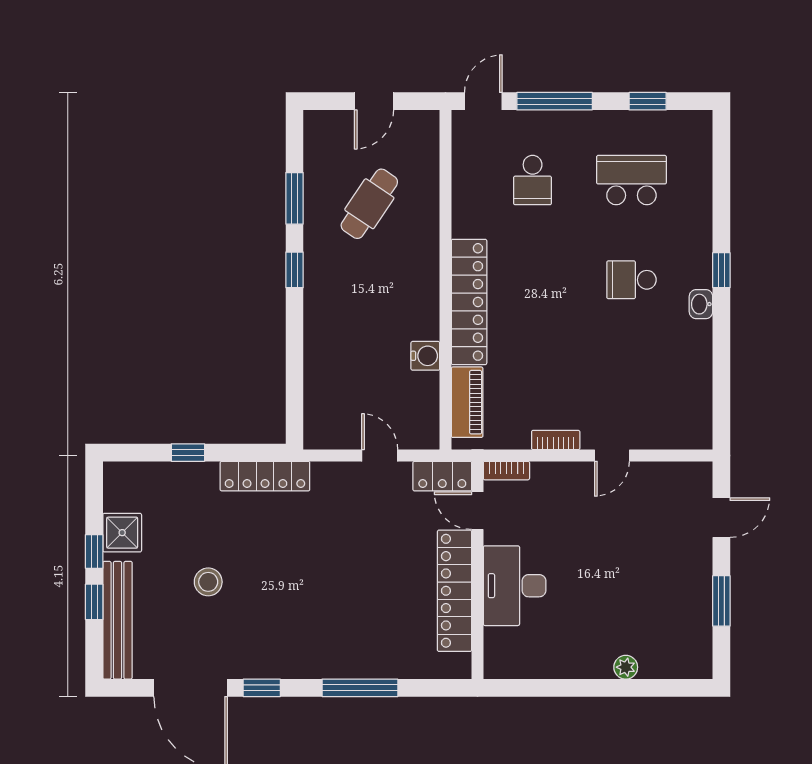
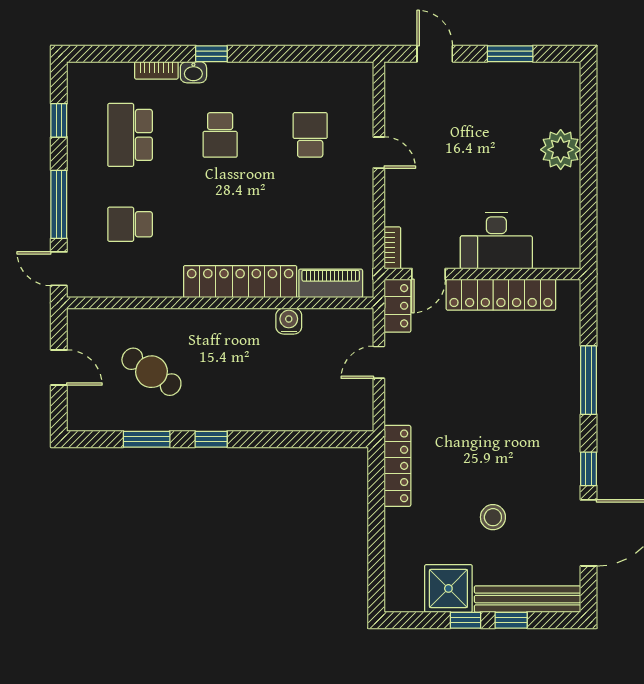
school desk: (533, 180) -> (130, 224), turned 180
washbasin: (701, 304) -> (193, 72), moved
school desk: (631, 380) -> (310, 135), added
bookcase: (556, 440) -> (156, 70), moved, turned -90
window: (188, 453) -> (376, 535), removed
shower: (122, 533) -> (448, 588), width x1.36, depth x1.36
plant: (626, 667) -> (561, 150), width x1.87, depth x1.87

